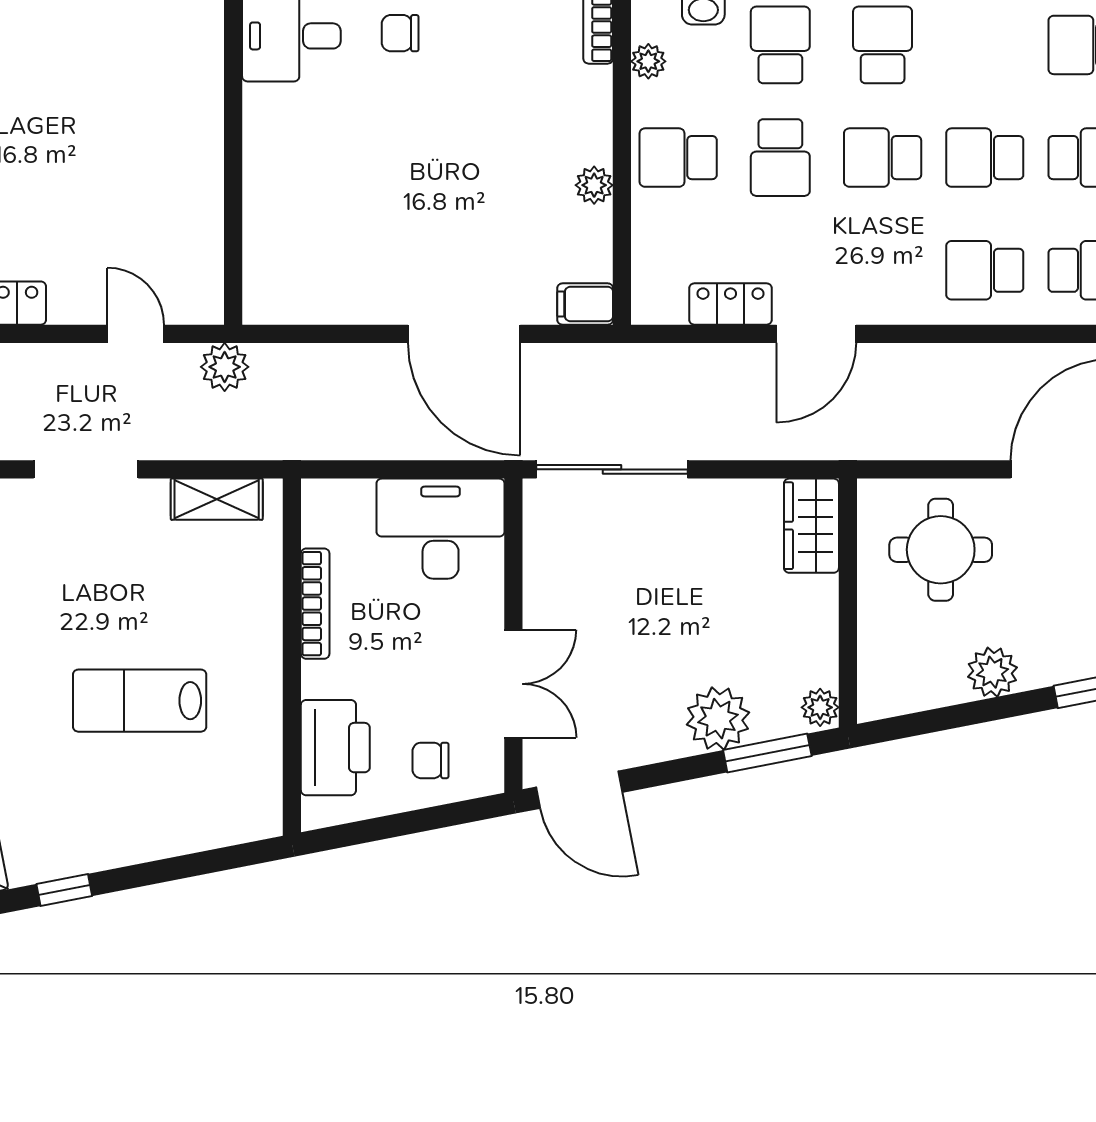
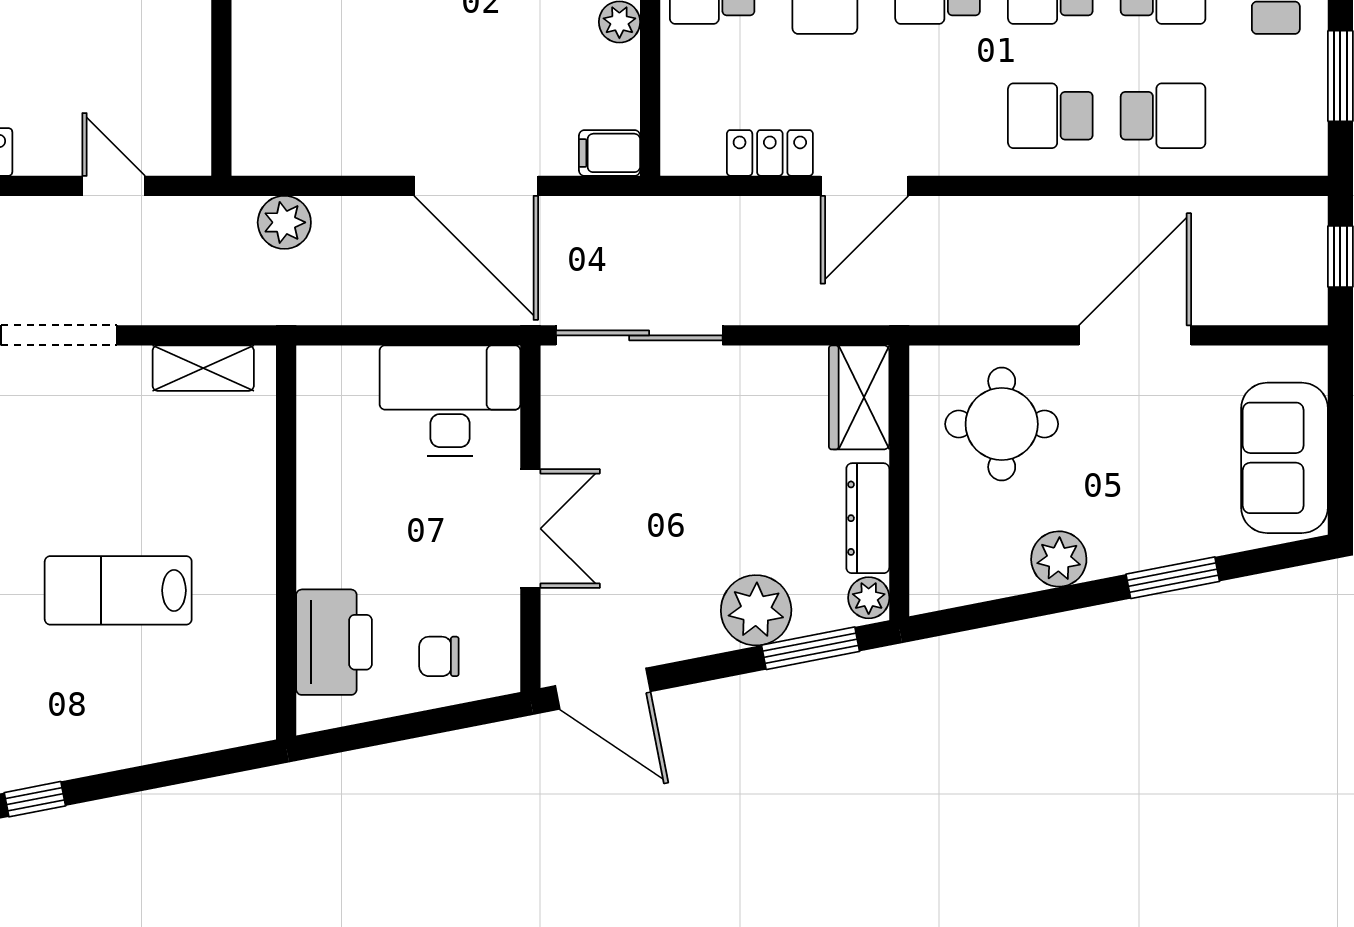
plant: (225, 367) -> (284, 222), moved
bookcase: (315, 604) -> (312, 483), removed
dresser: (819, 635) -> (868, 518), added
double door: (513, 684) -> (530, 529), moved

